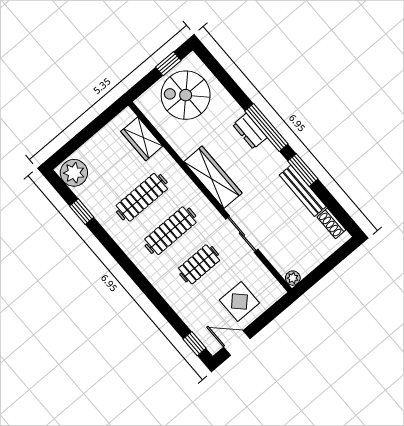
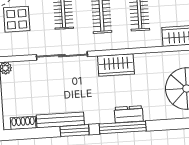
wardrobe: (213, 177) -> (116, 65), width x0.67
sliding door: (242, 234) -> (62, 56), width x1.37

